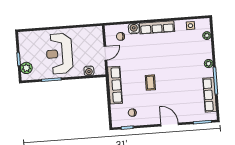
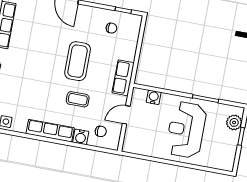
reception desk: (59, 54) -> (186, 130), turned 180
coffee table: (143, 55) -> (78, 99), added
coffee table: (150, 83) -> (78, 61), width x1.86, depth x1.72
row of seats: (115, 85) -> (123, 78), width x0.68

